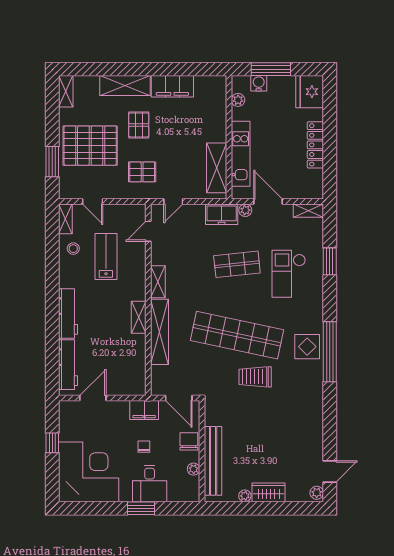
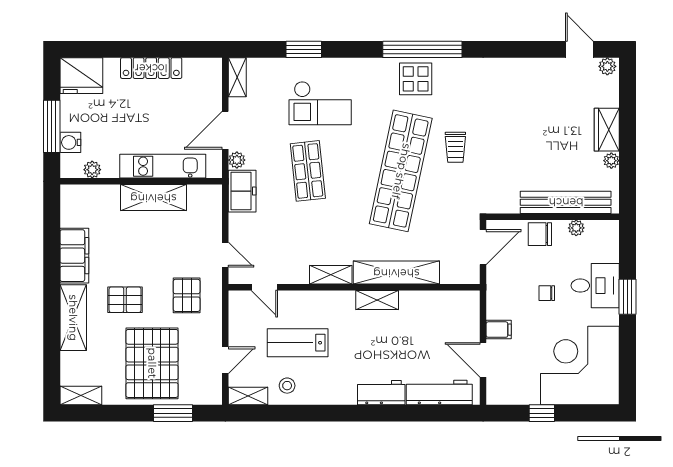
shelving: (217, 168) -> (153, 198), moved
workbench: (68, 314) -> (381, 393), width x0.73
trolley: (255, 377) -> (455, 147), width x0.73, depth x0.72
filing cabinet: (144, 410) -> (499, 330), moved, width x0.50

